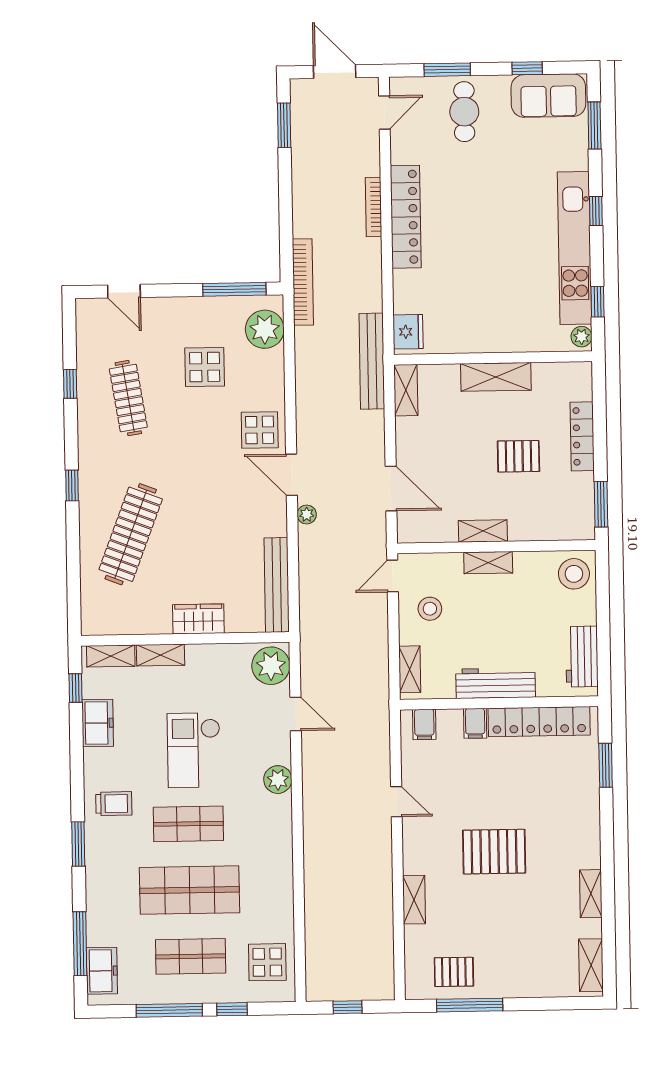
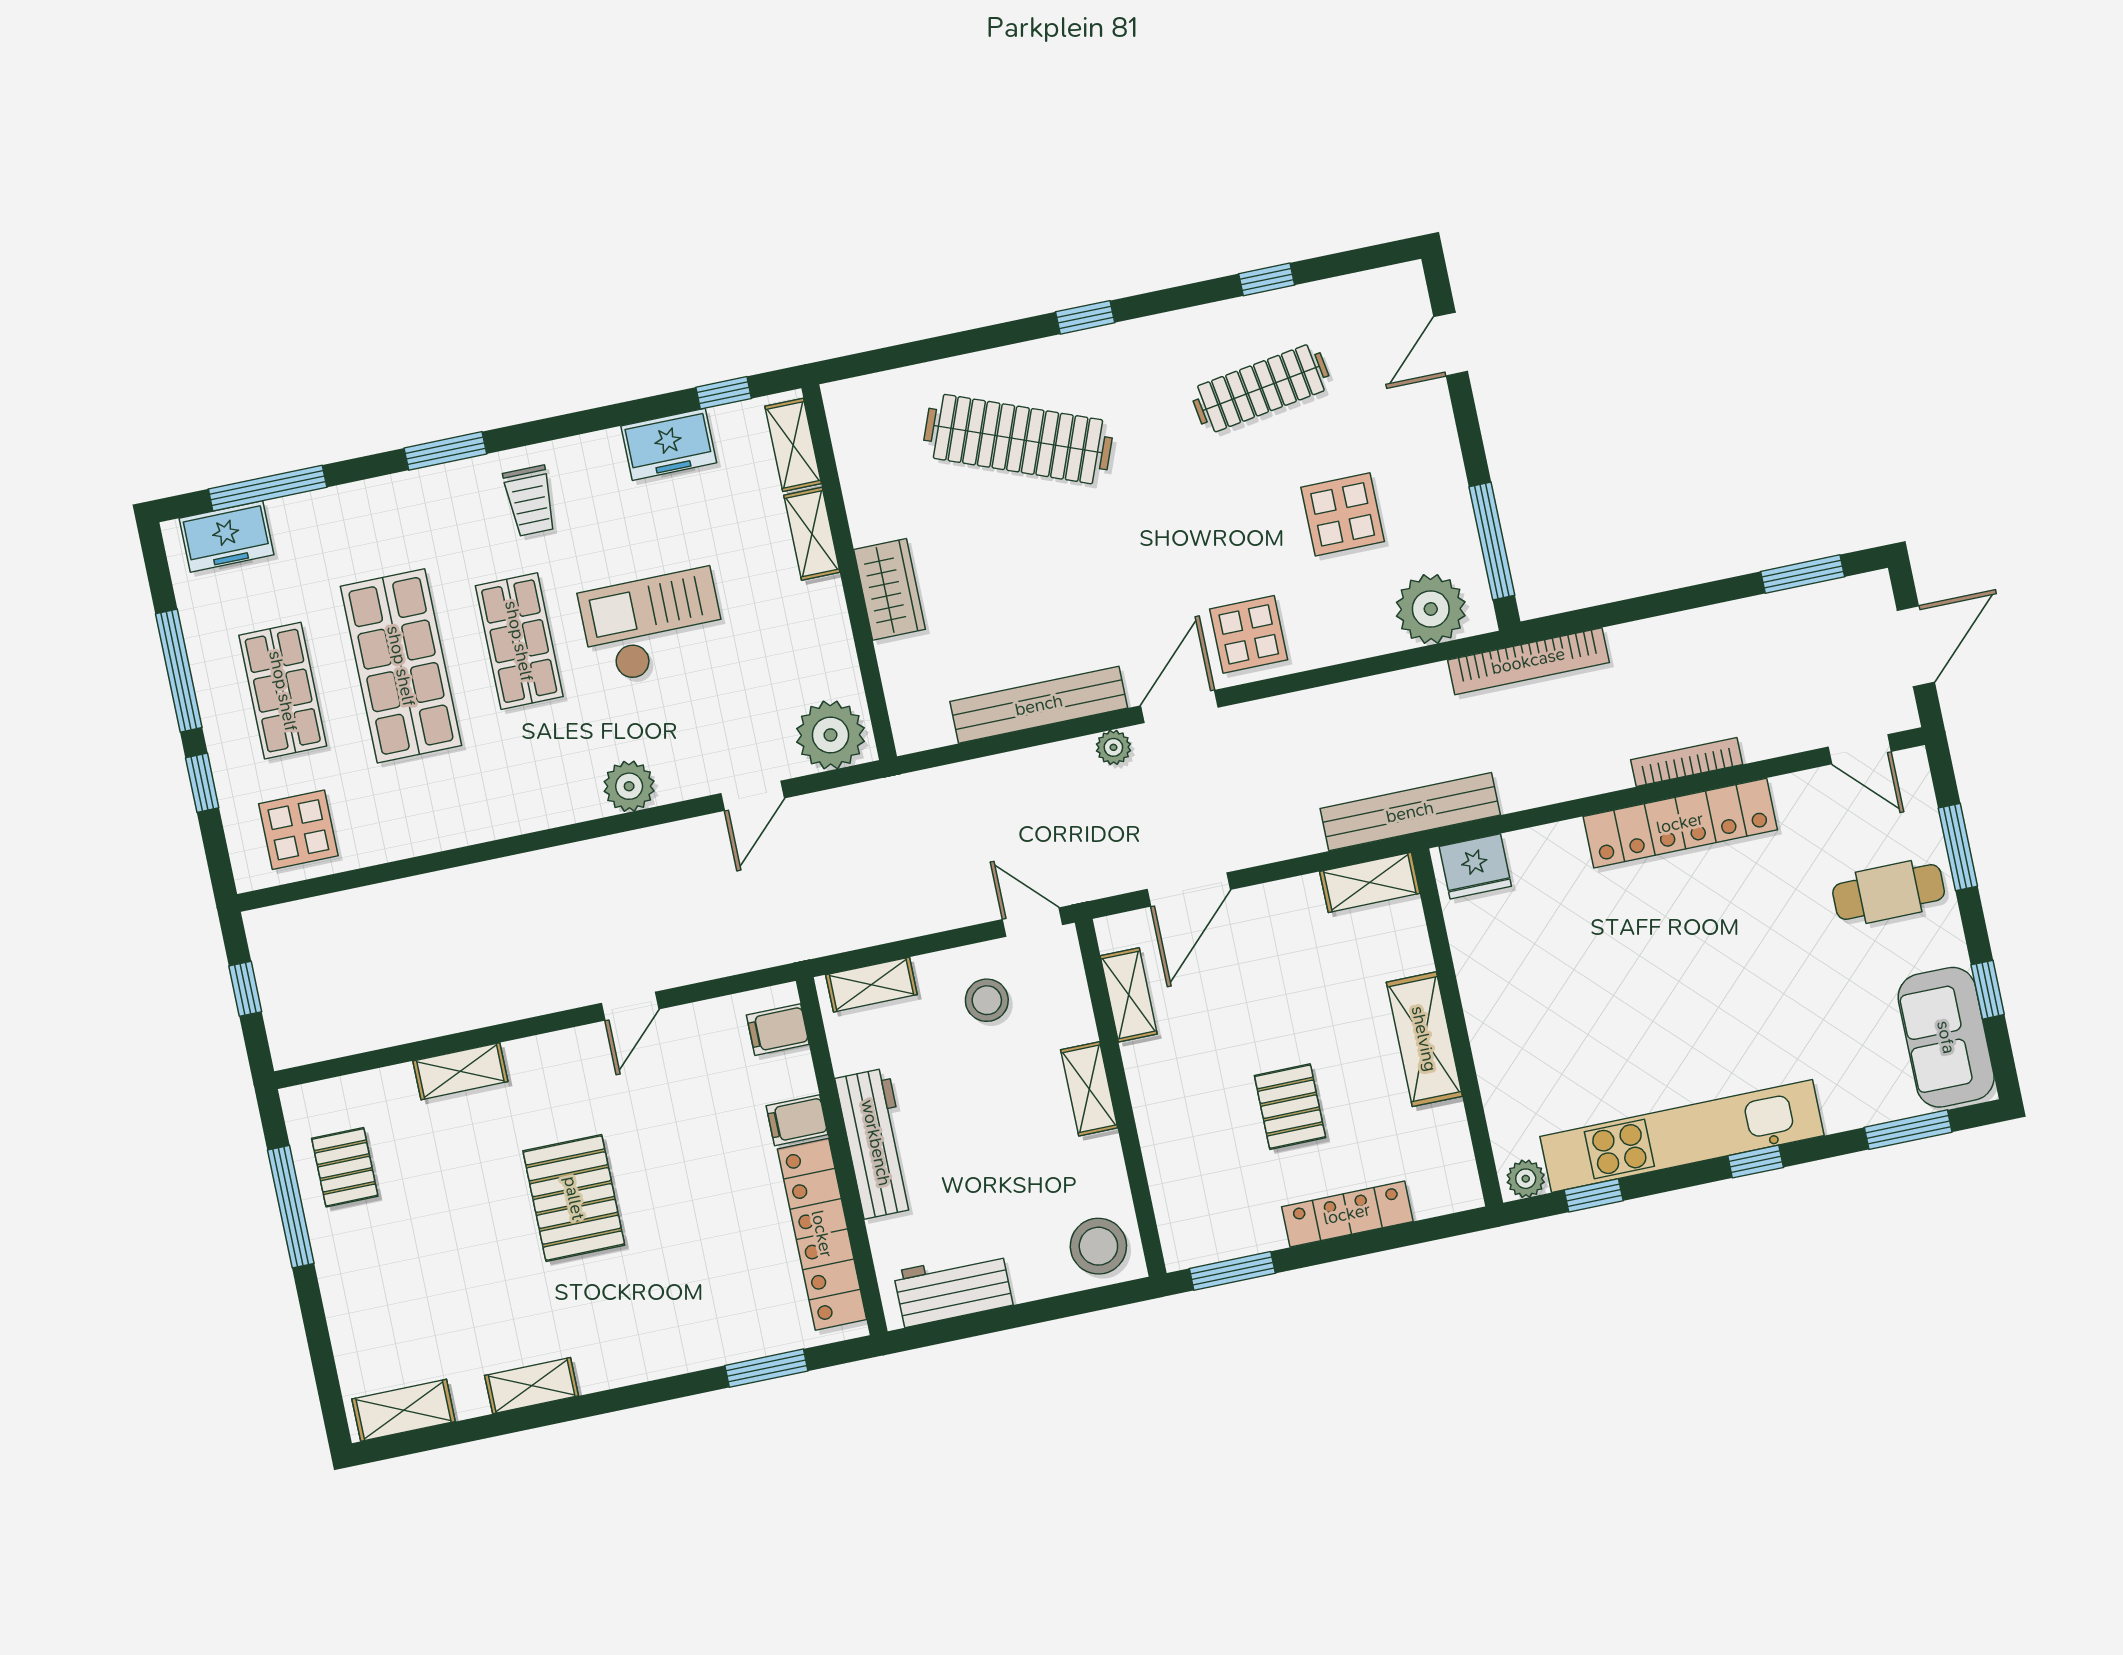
shelving: (483, 531) -> (1129, 995), moved
bench: (277, 585) -> (1039, 705), moved

